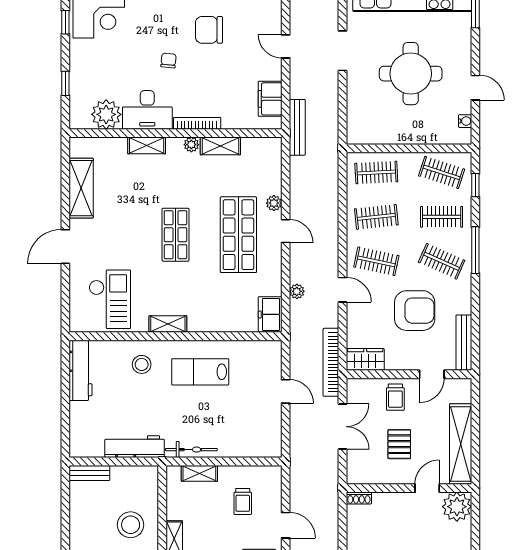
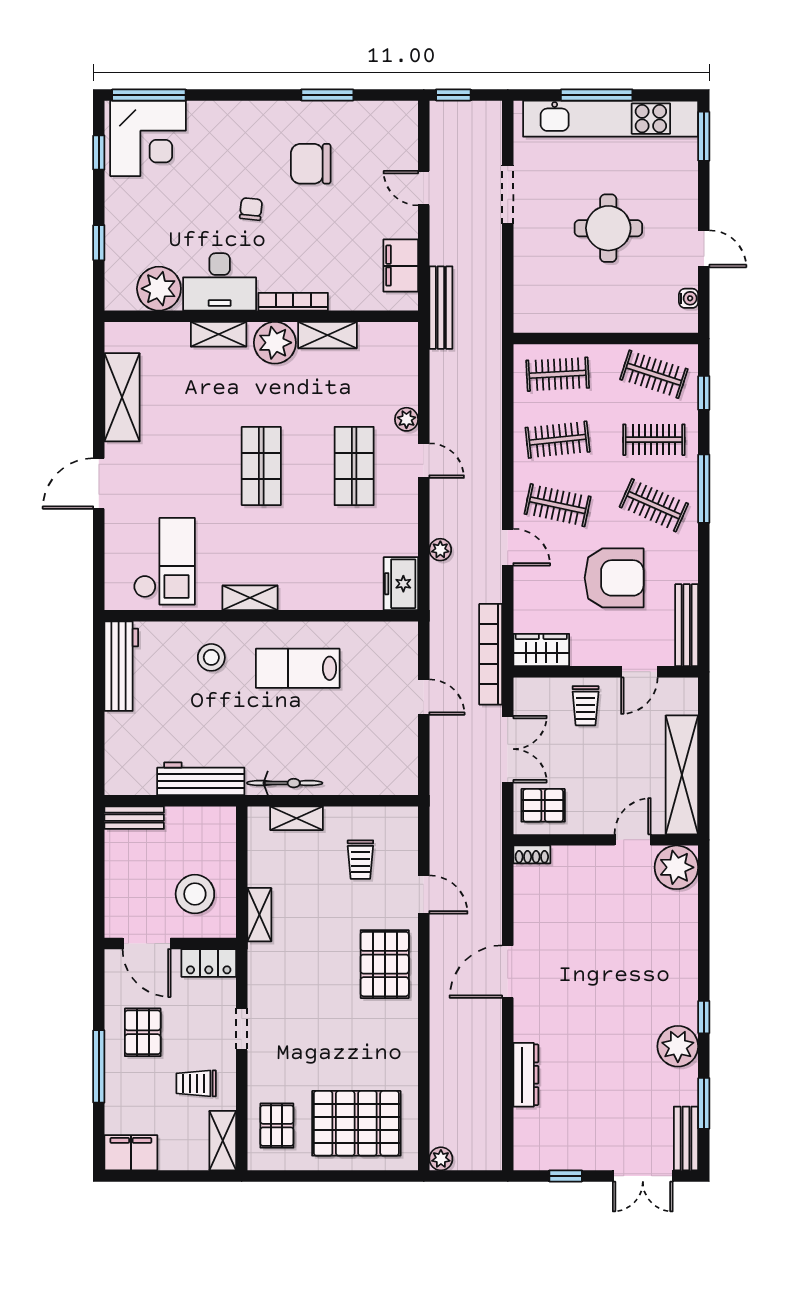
round table: (411, 74) -> (608, 228), width x0.73, depth x0.73
plant: (191, 145) -> (275, 343), width x1.88, depth x1.88
shop shelf: (238, 235) -> (354, 466), width x0.70, depth x0.74
pallet: (399, 444) -> (543, 805), moved, turned 90

